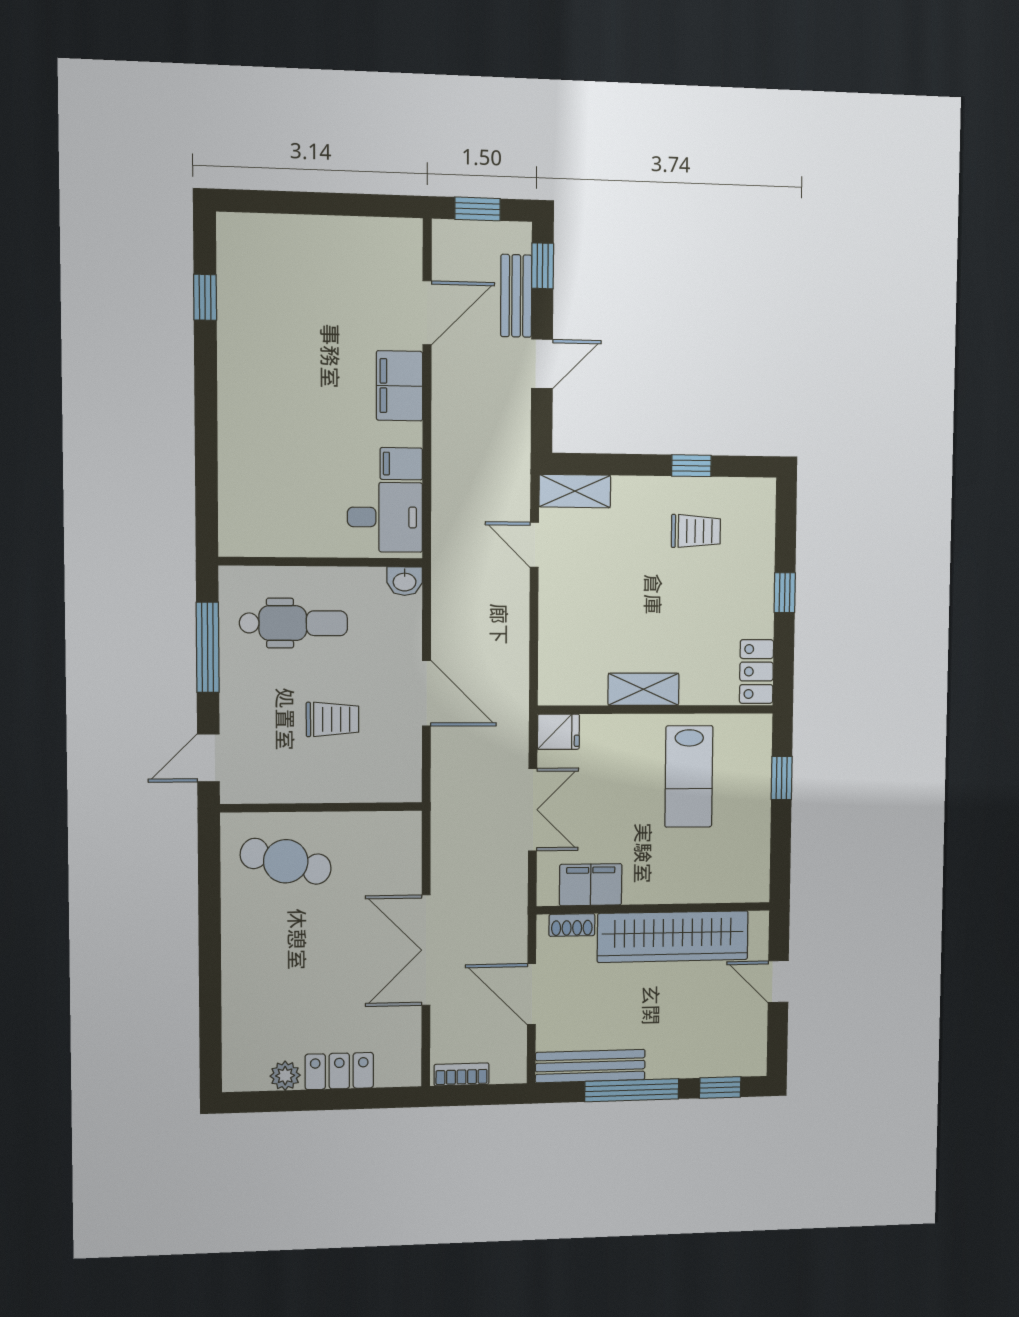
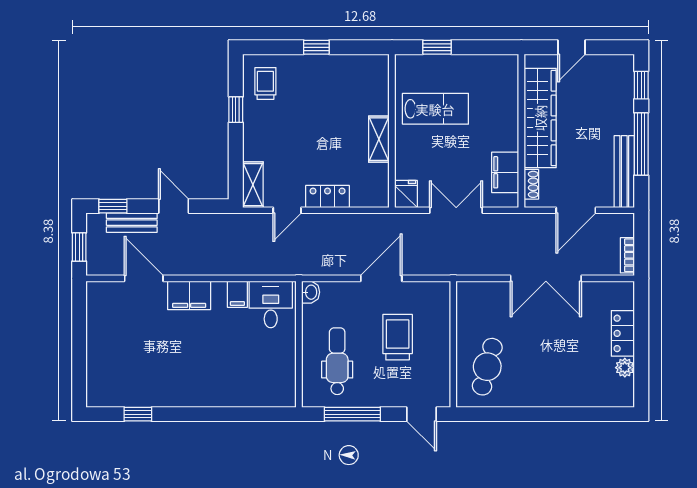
trolley: (696, 531) -> (265, 83), moved
locker: (757, 672) -> (328, 196), moved, turned 180
trolley: (333, 719) -> (398, 337), width x1.36, depth x1.39

